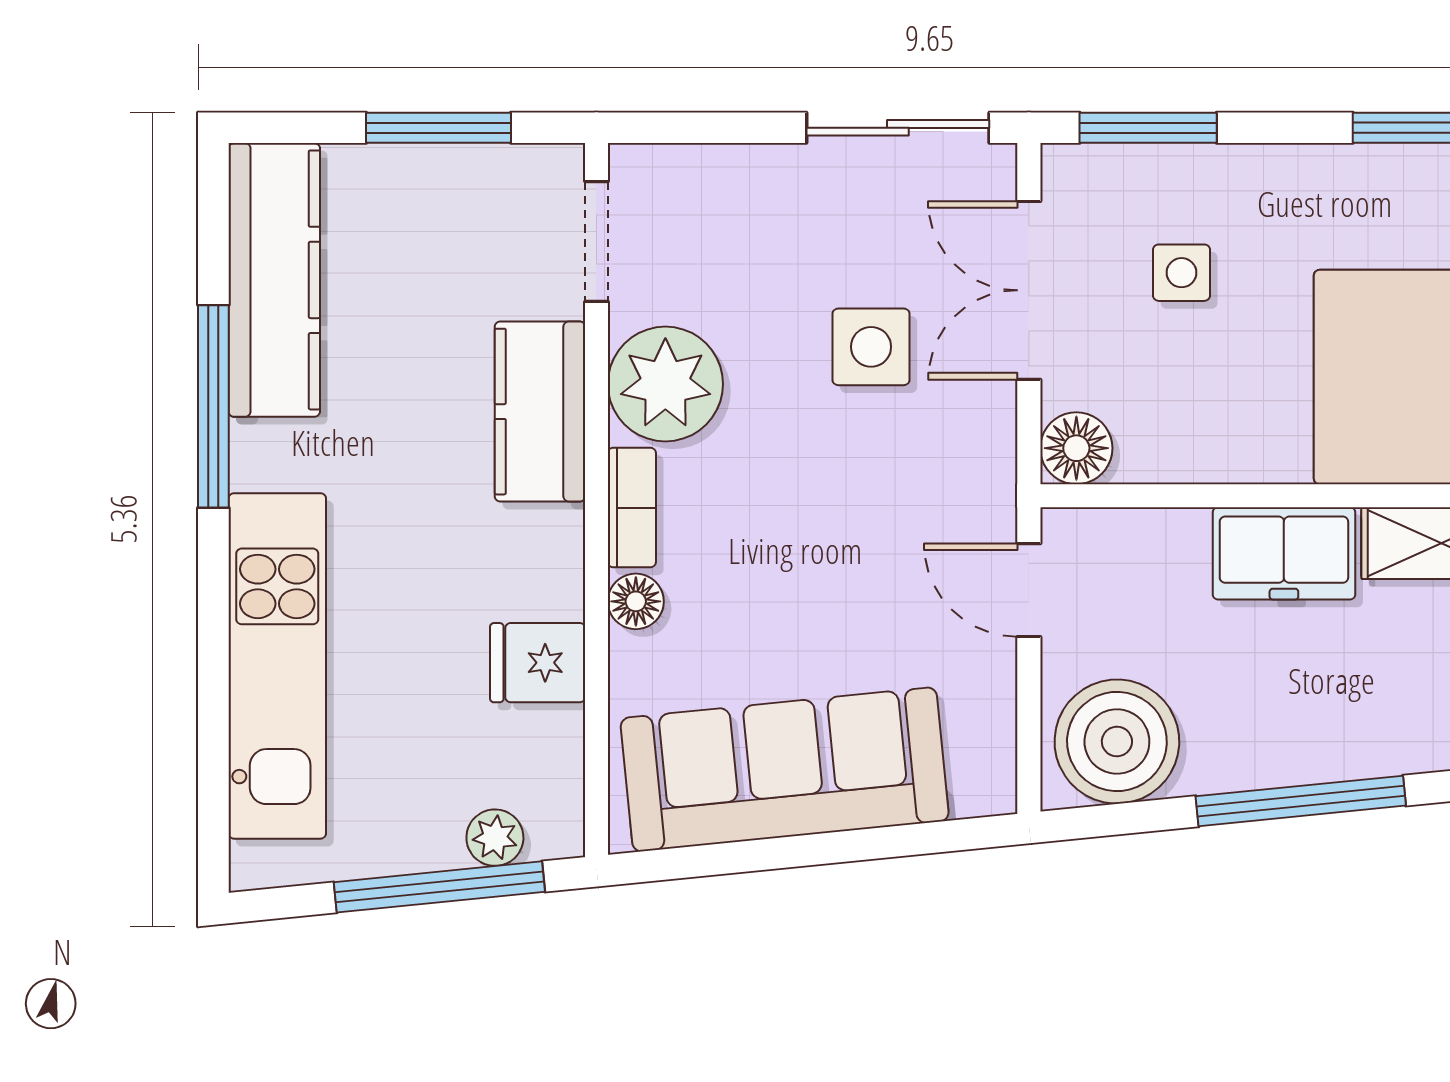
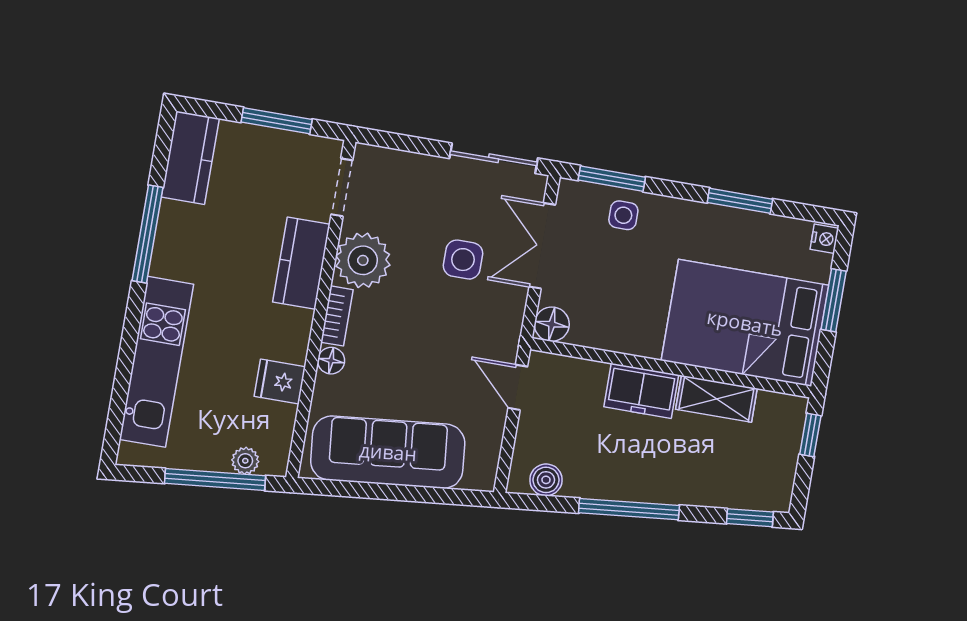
side table: (1182, 273) -> (623, 215), moved
kitchen counter: (274, 280) -> (190, 158), width x0.67
boiler: (1117, 742) -> (546, 480), width x0.54, depth x0.54

